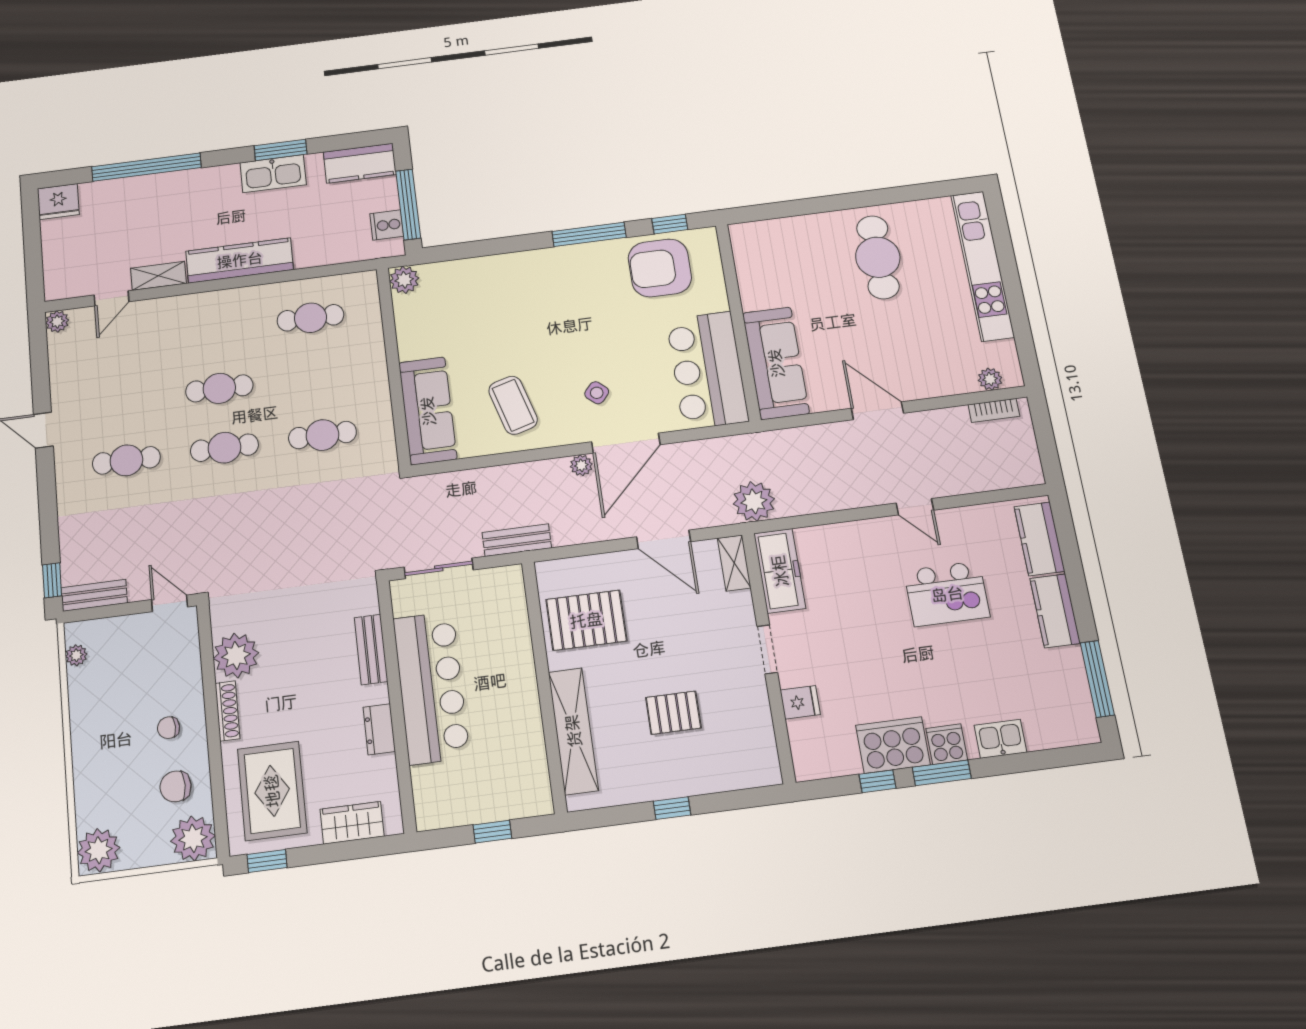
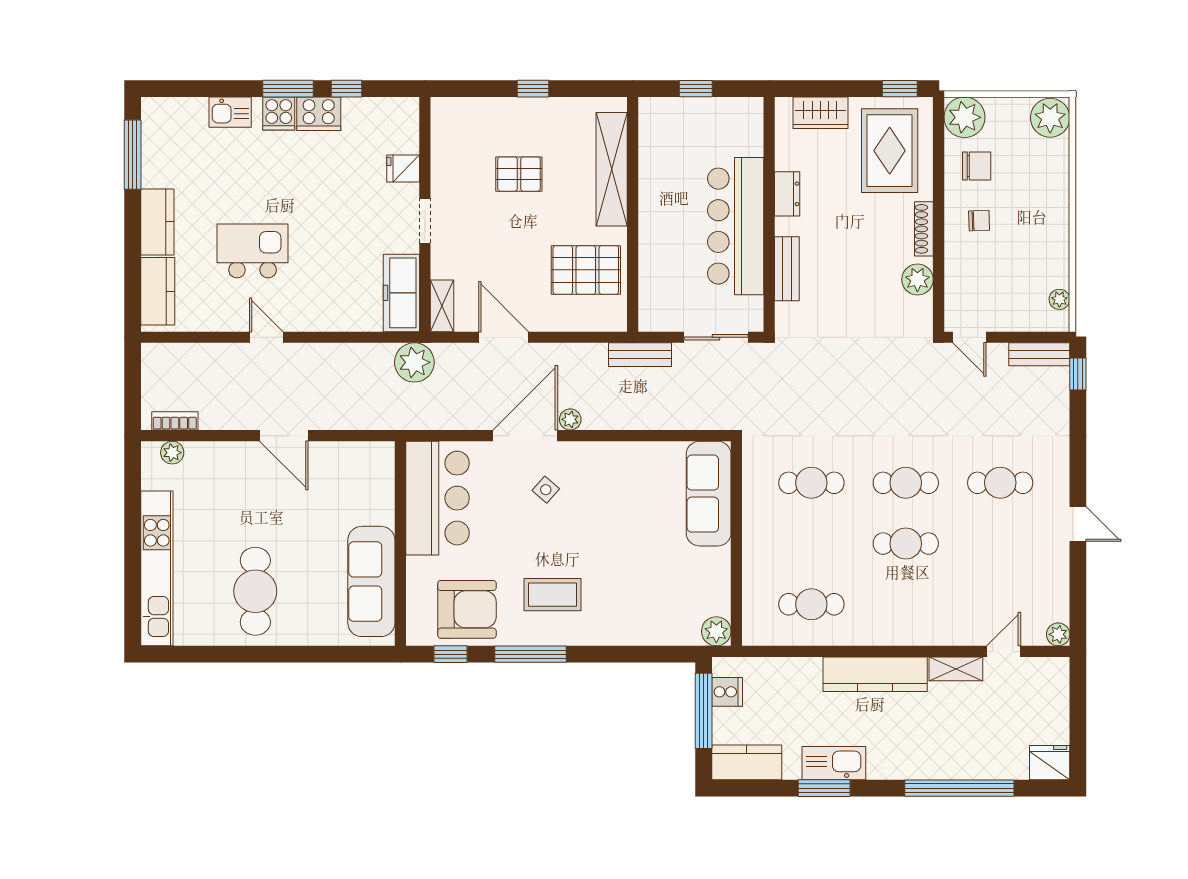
sofa: (776, 363) -> (371, 581), moved
coffee table: (513, 405) -> (553, 595), moved, turned -74
plant: (236, 656) -> (917, 280), width x0.73, depth x0.73
cooker: (893, 745) -> (319, 114), width x0.73, depth x0.76

